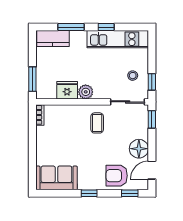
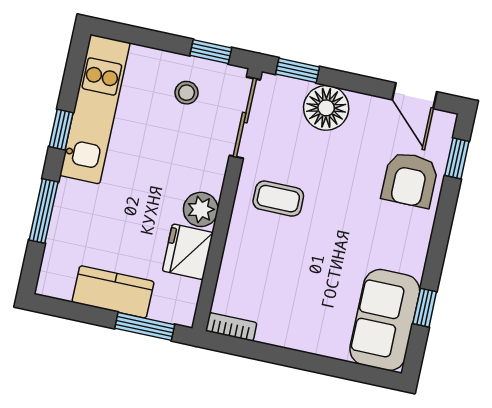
kitchen counter: (53, 39) -> (113, 292), moved, turned -90
floor lamp: (139, 149) -> (326, 108), moved
window: (89, 193) -> (425, 308), moved

